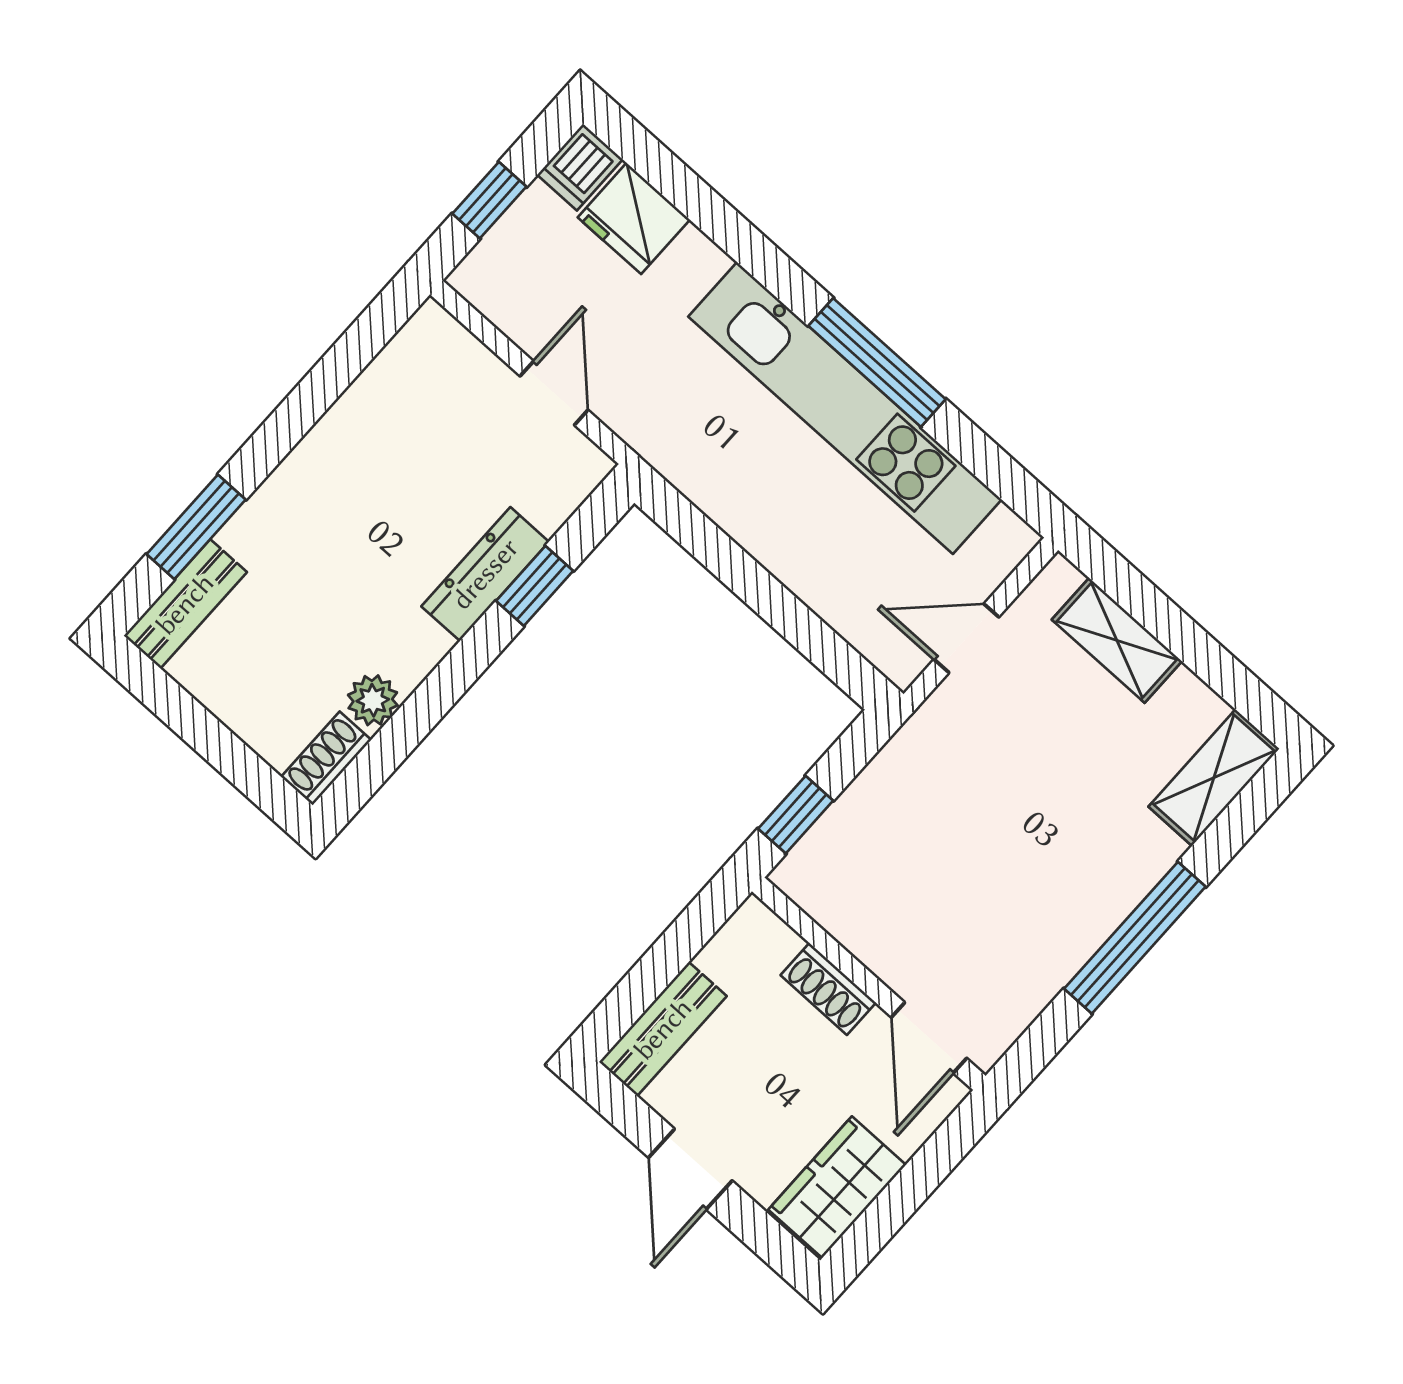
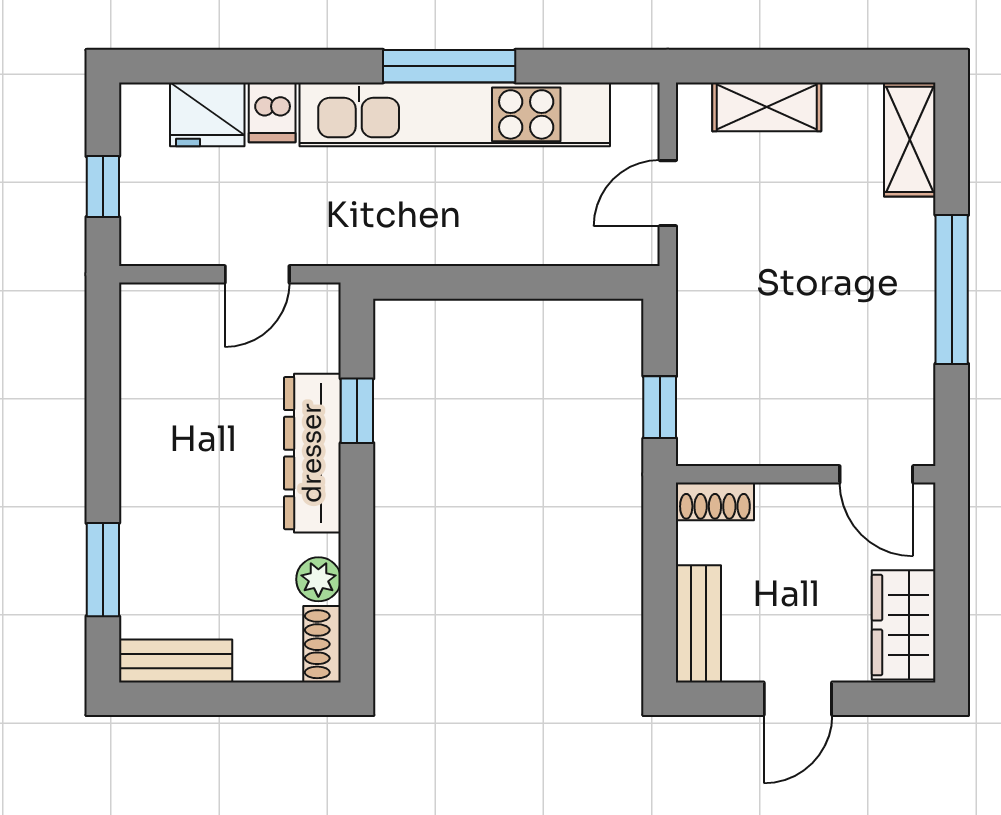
dishwasher: (580, 167) -> (272, 112), moved
door: (554, 393) -> (257, 274), swing flipped
dresser: (485, 574) -> (312, 453), width x1.37, depth x1.24
bench: (185, 604) -> (176, 661), moved, turned 90
shoe rack: (828, 989) -> (715, 501), moved
door: (690, 1169) -> (798, 699), hinge flipped

